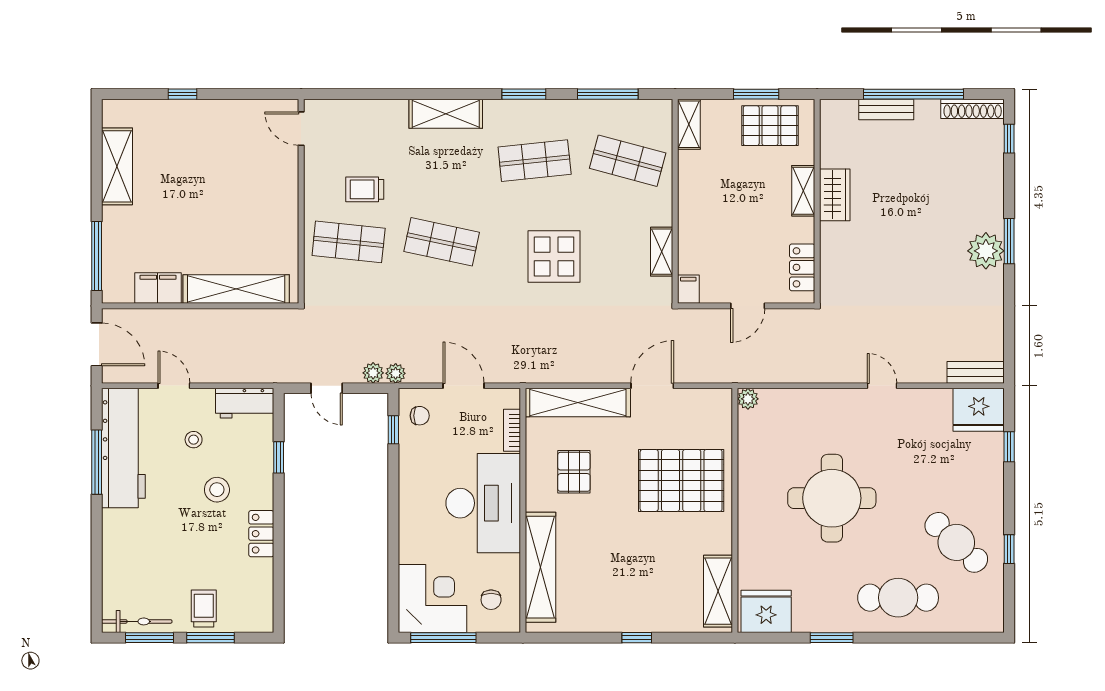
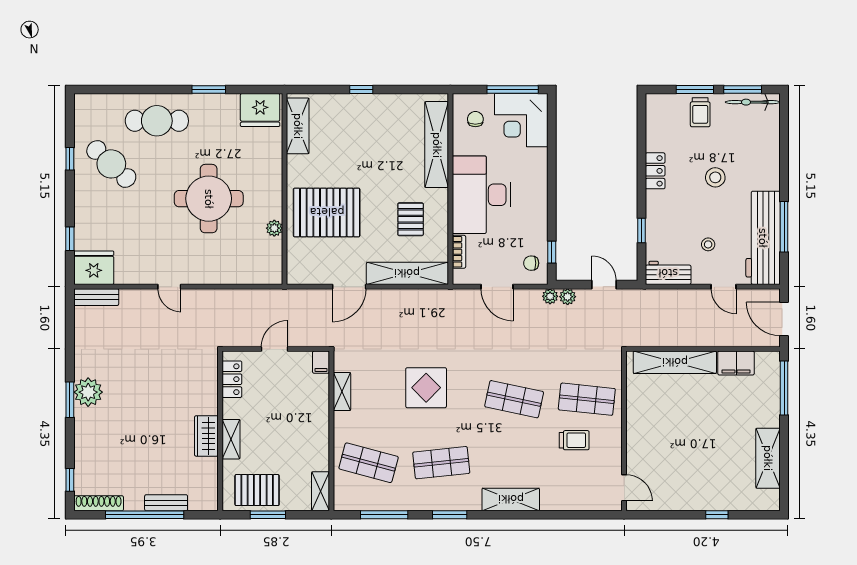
plant: (748, 399) -> (274, 228), moved
stool: (217, 490) -> (715, 177), moved

